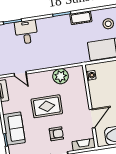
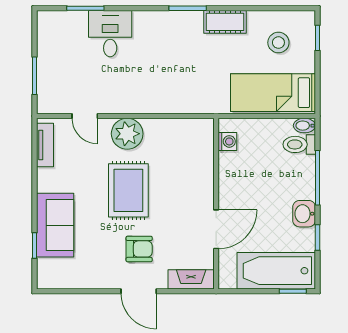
plant: (61, 76) -> (127, 134), moved
rug: (47, 106) -> (128, 190), turned 90

